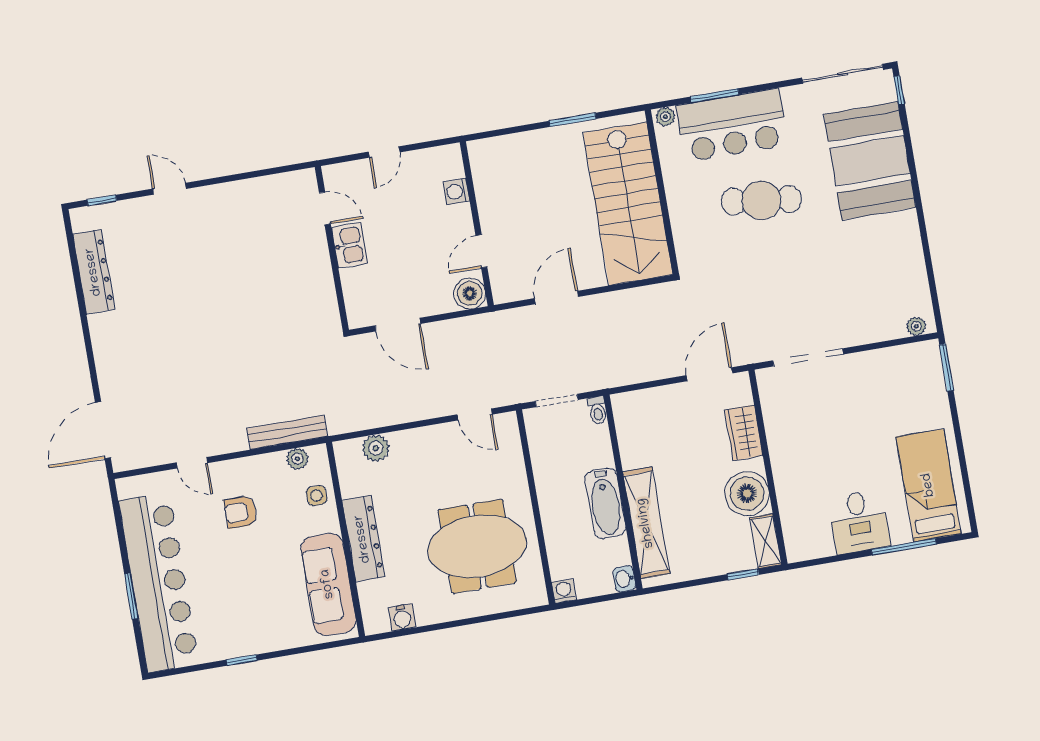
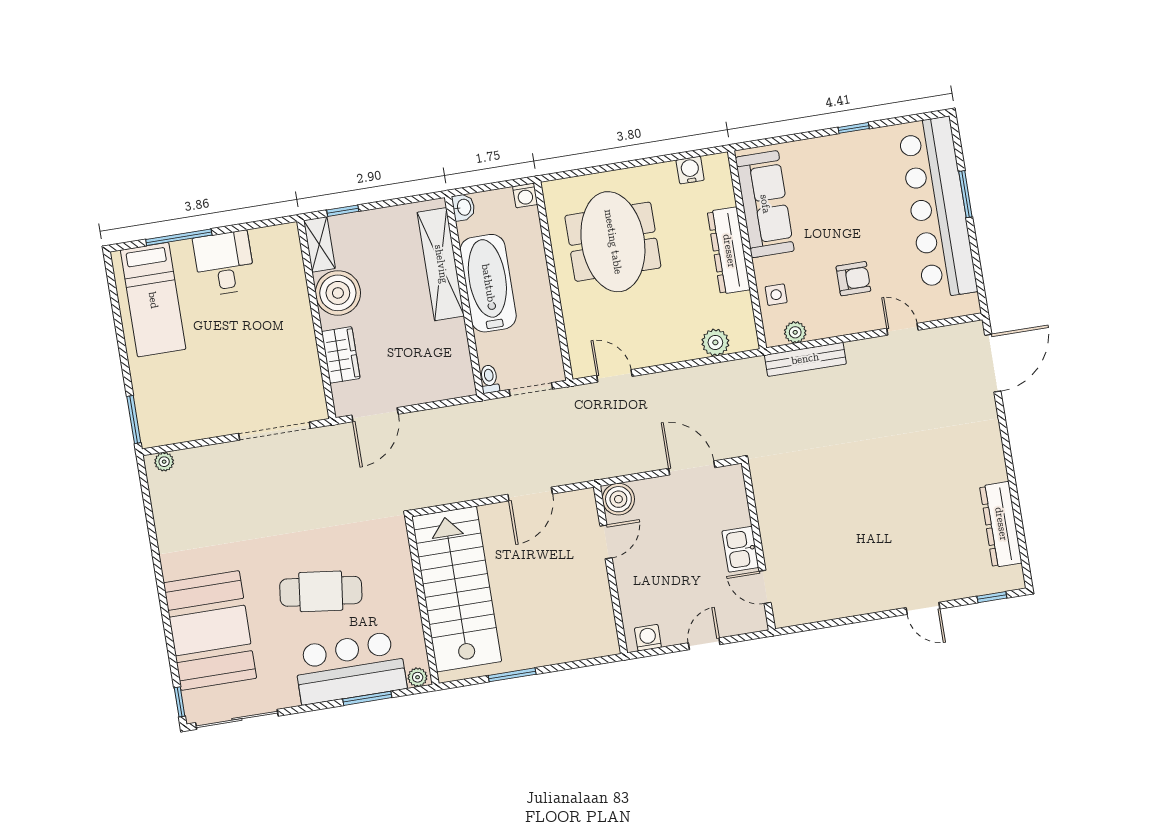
washing machine: (456, 191) -> (648, 638), moved, turned -90
bathtub: (605, 503) -> (488, 283), width x1.36, depth x1.36
meeting table: (477, 546) -> (613, 242), turned 90

